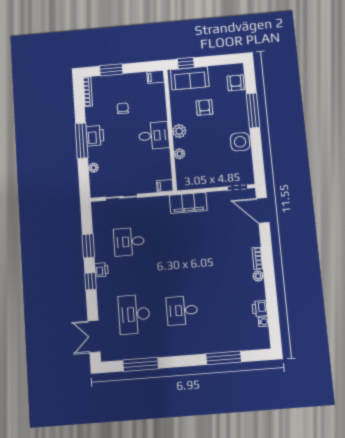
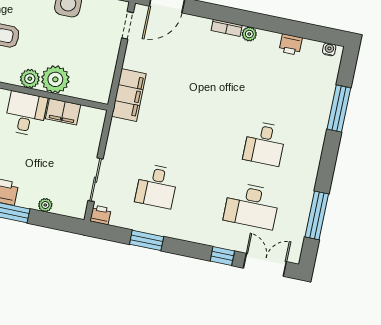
plant: (180, 154) -> (55, 79), width x1.88, depth x1.88
filing cabinet: (165, 186) -> (63, 112), moved, width x2.00
printer: (101, 270) -> (101, 215), moved
window: (90, 281) -> (222, 256), moved
water cooler: (263, 322) -> (329, 49), moved
double door: (94, 336) -> (265, 265), swing flipped

